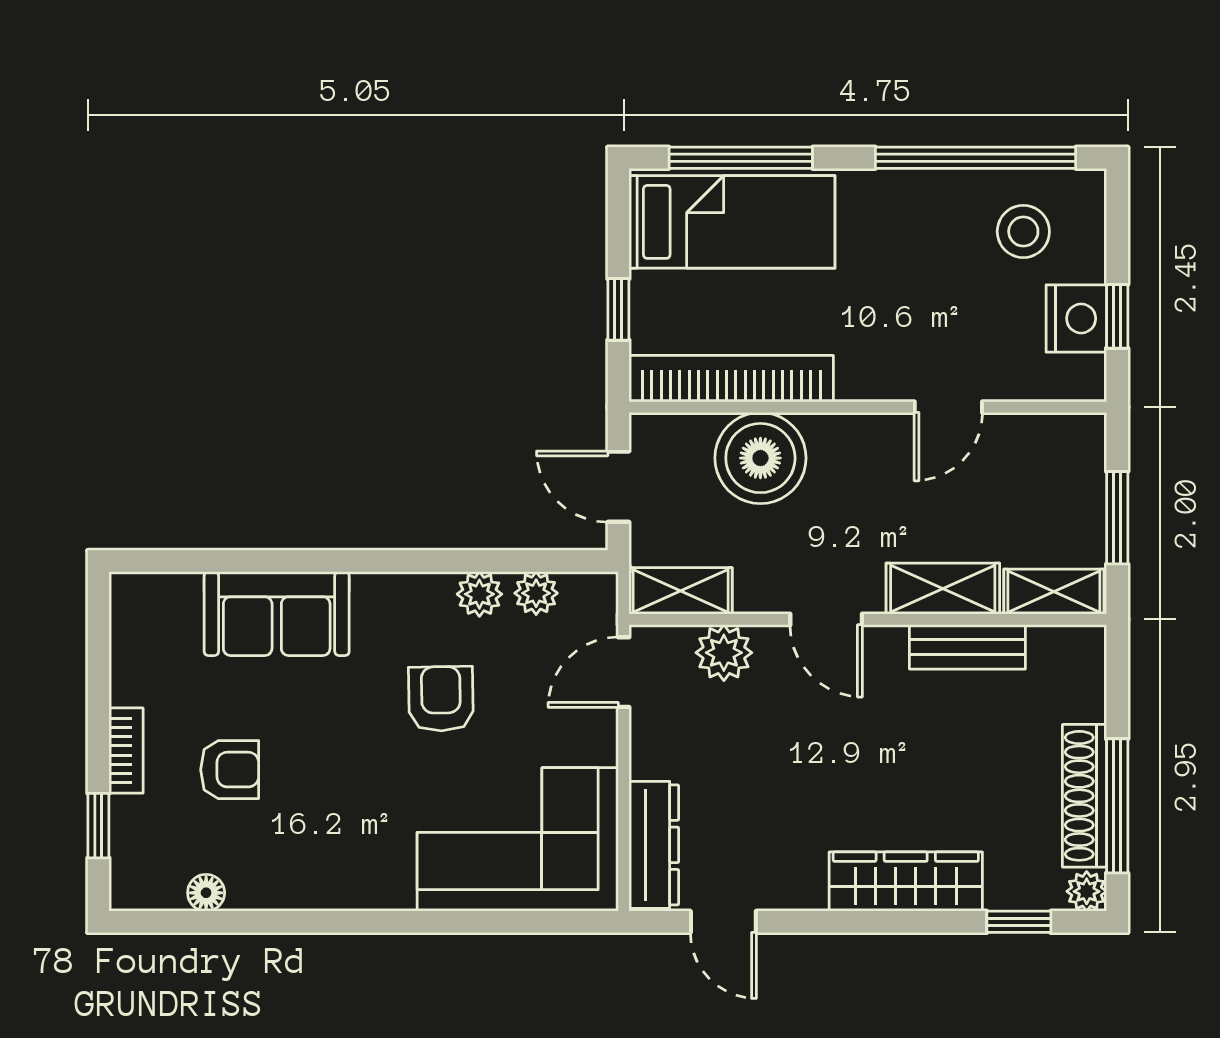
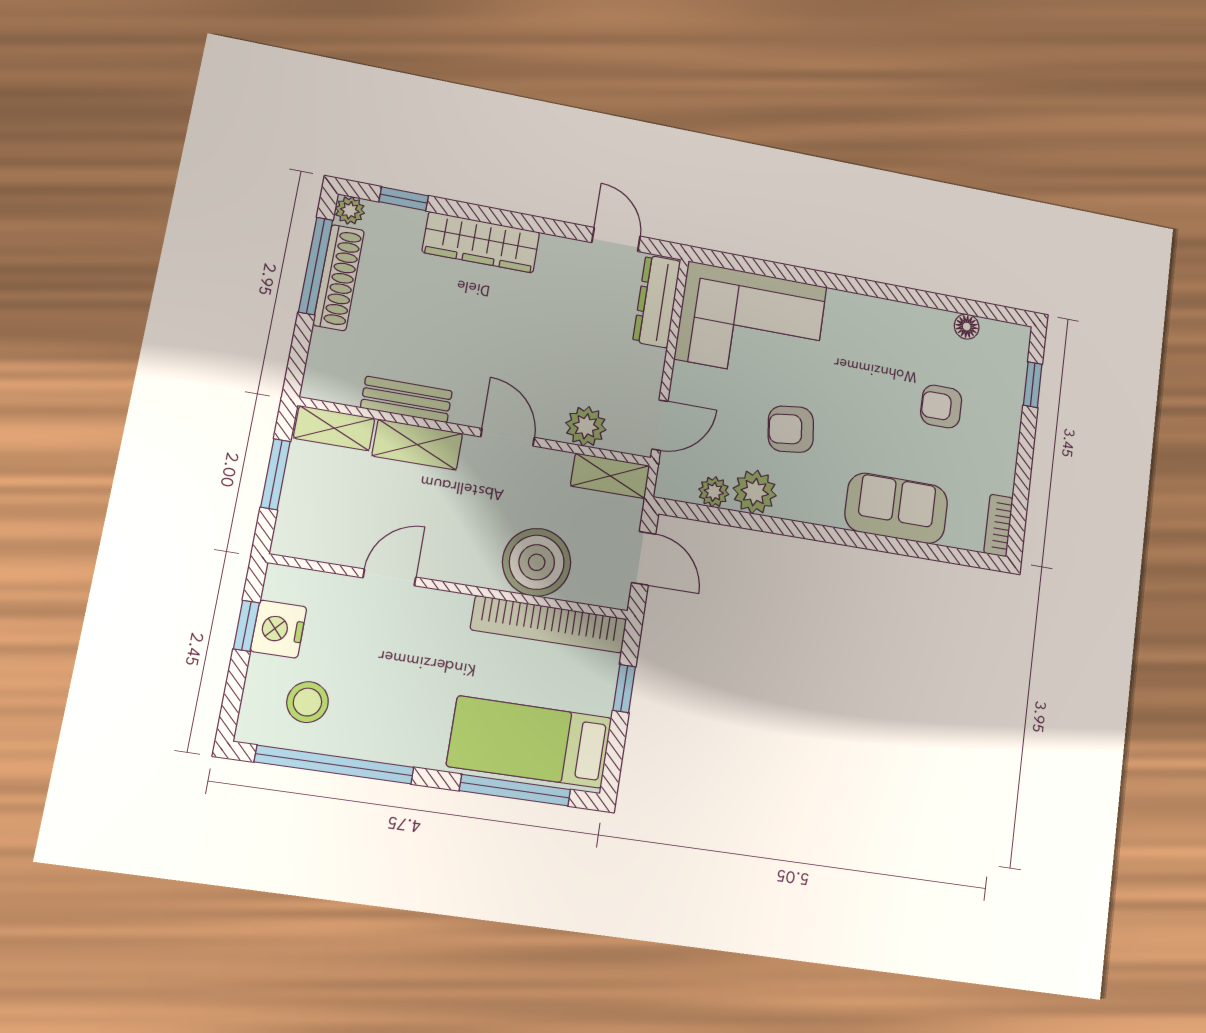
plant: (479, 594) -> (755, 492), width x1.38, depth x1.38
armchair: (441, 699) -> (791, 429), turned 84
bookcase: (126, 751) -> (998, 525), moved

